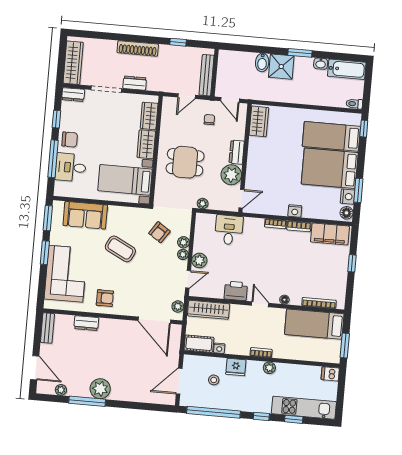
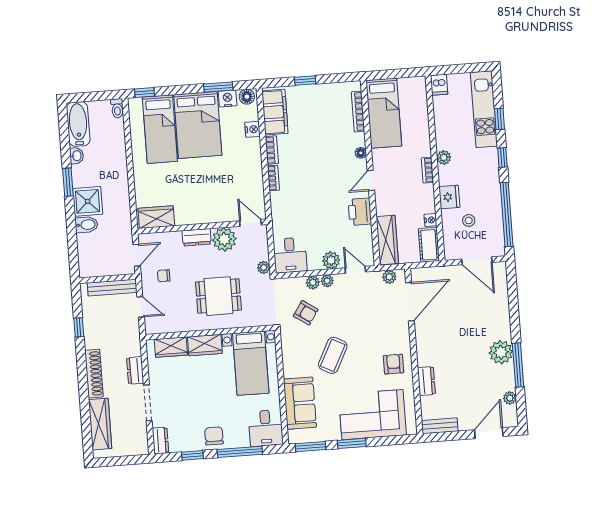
wardrobe: (73, 63) -> (100, 424), moved, turned 90
dining table: (185, 162) -> (218, 296), turned 90
desk: (71, 167) -> (266, 428), moved
nightstand: (295, 211) -> (252, 129), moved
desk: (229, 230) -> (290, 255), moved, turned -90
window: (345, 346) -> (403, 73), removed

